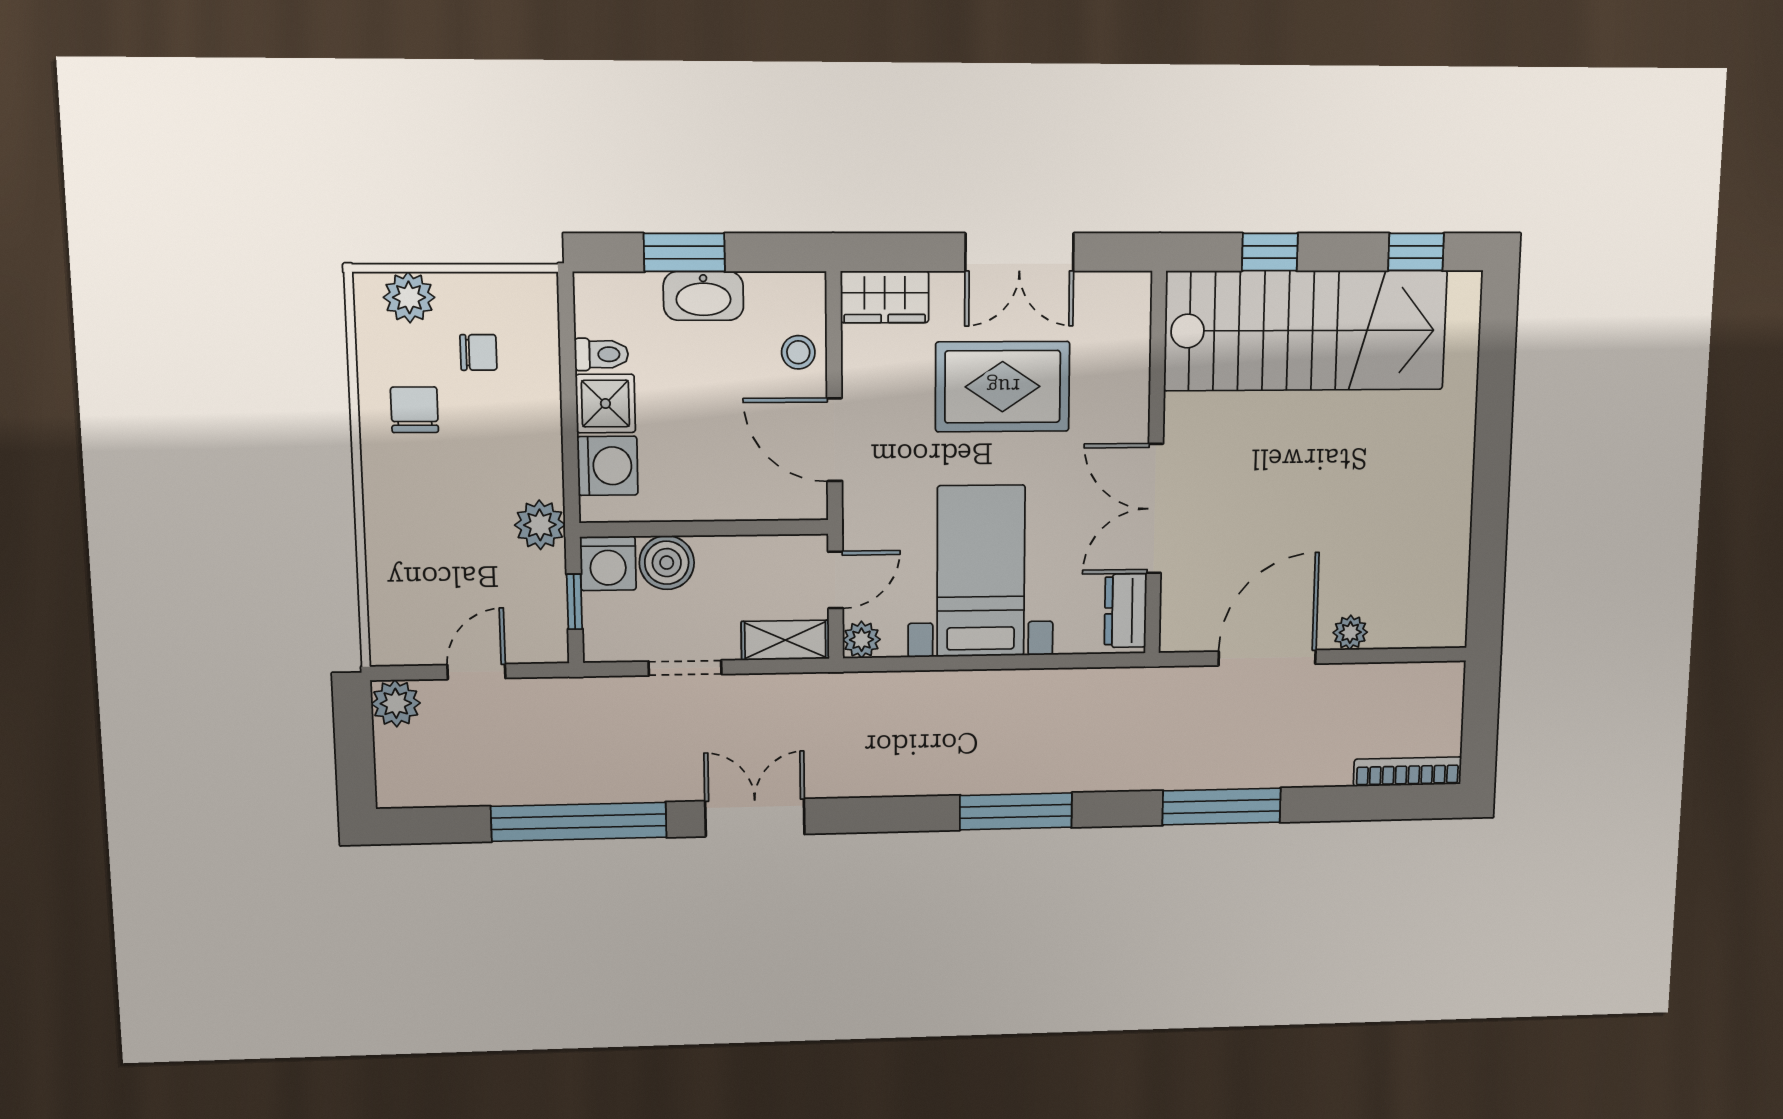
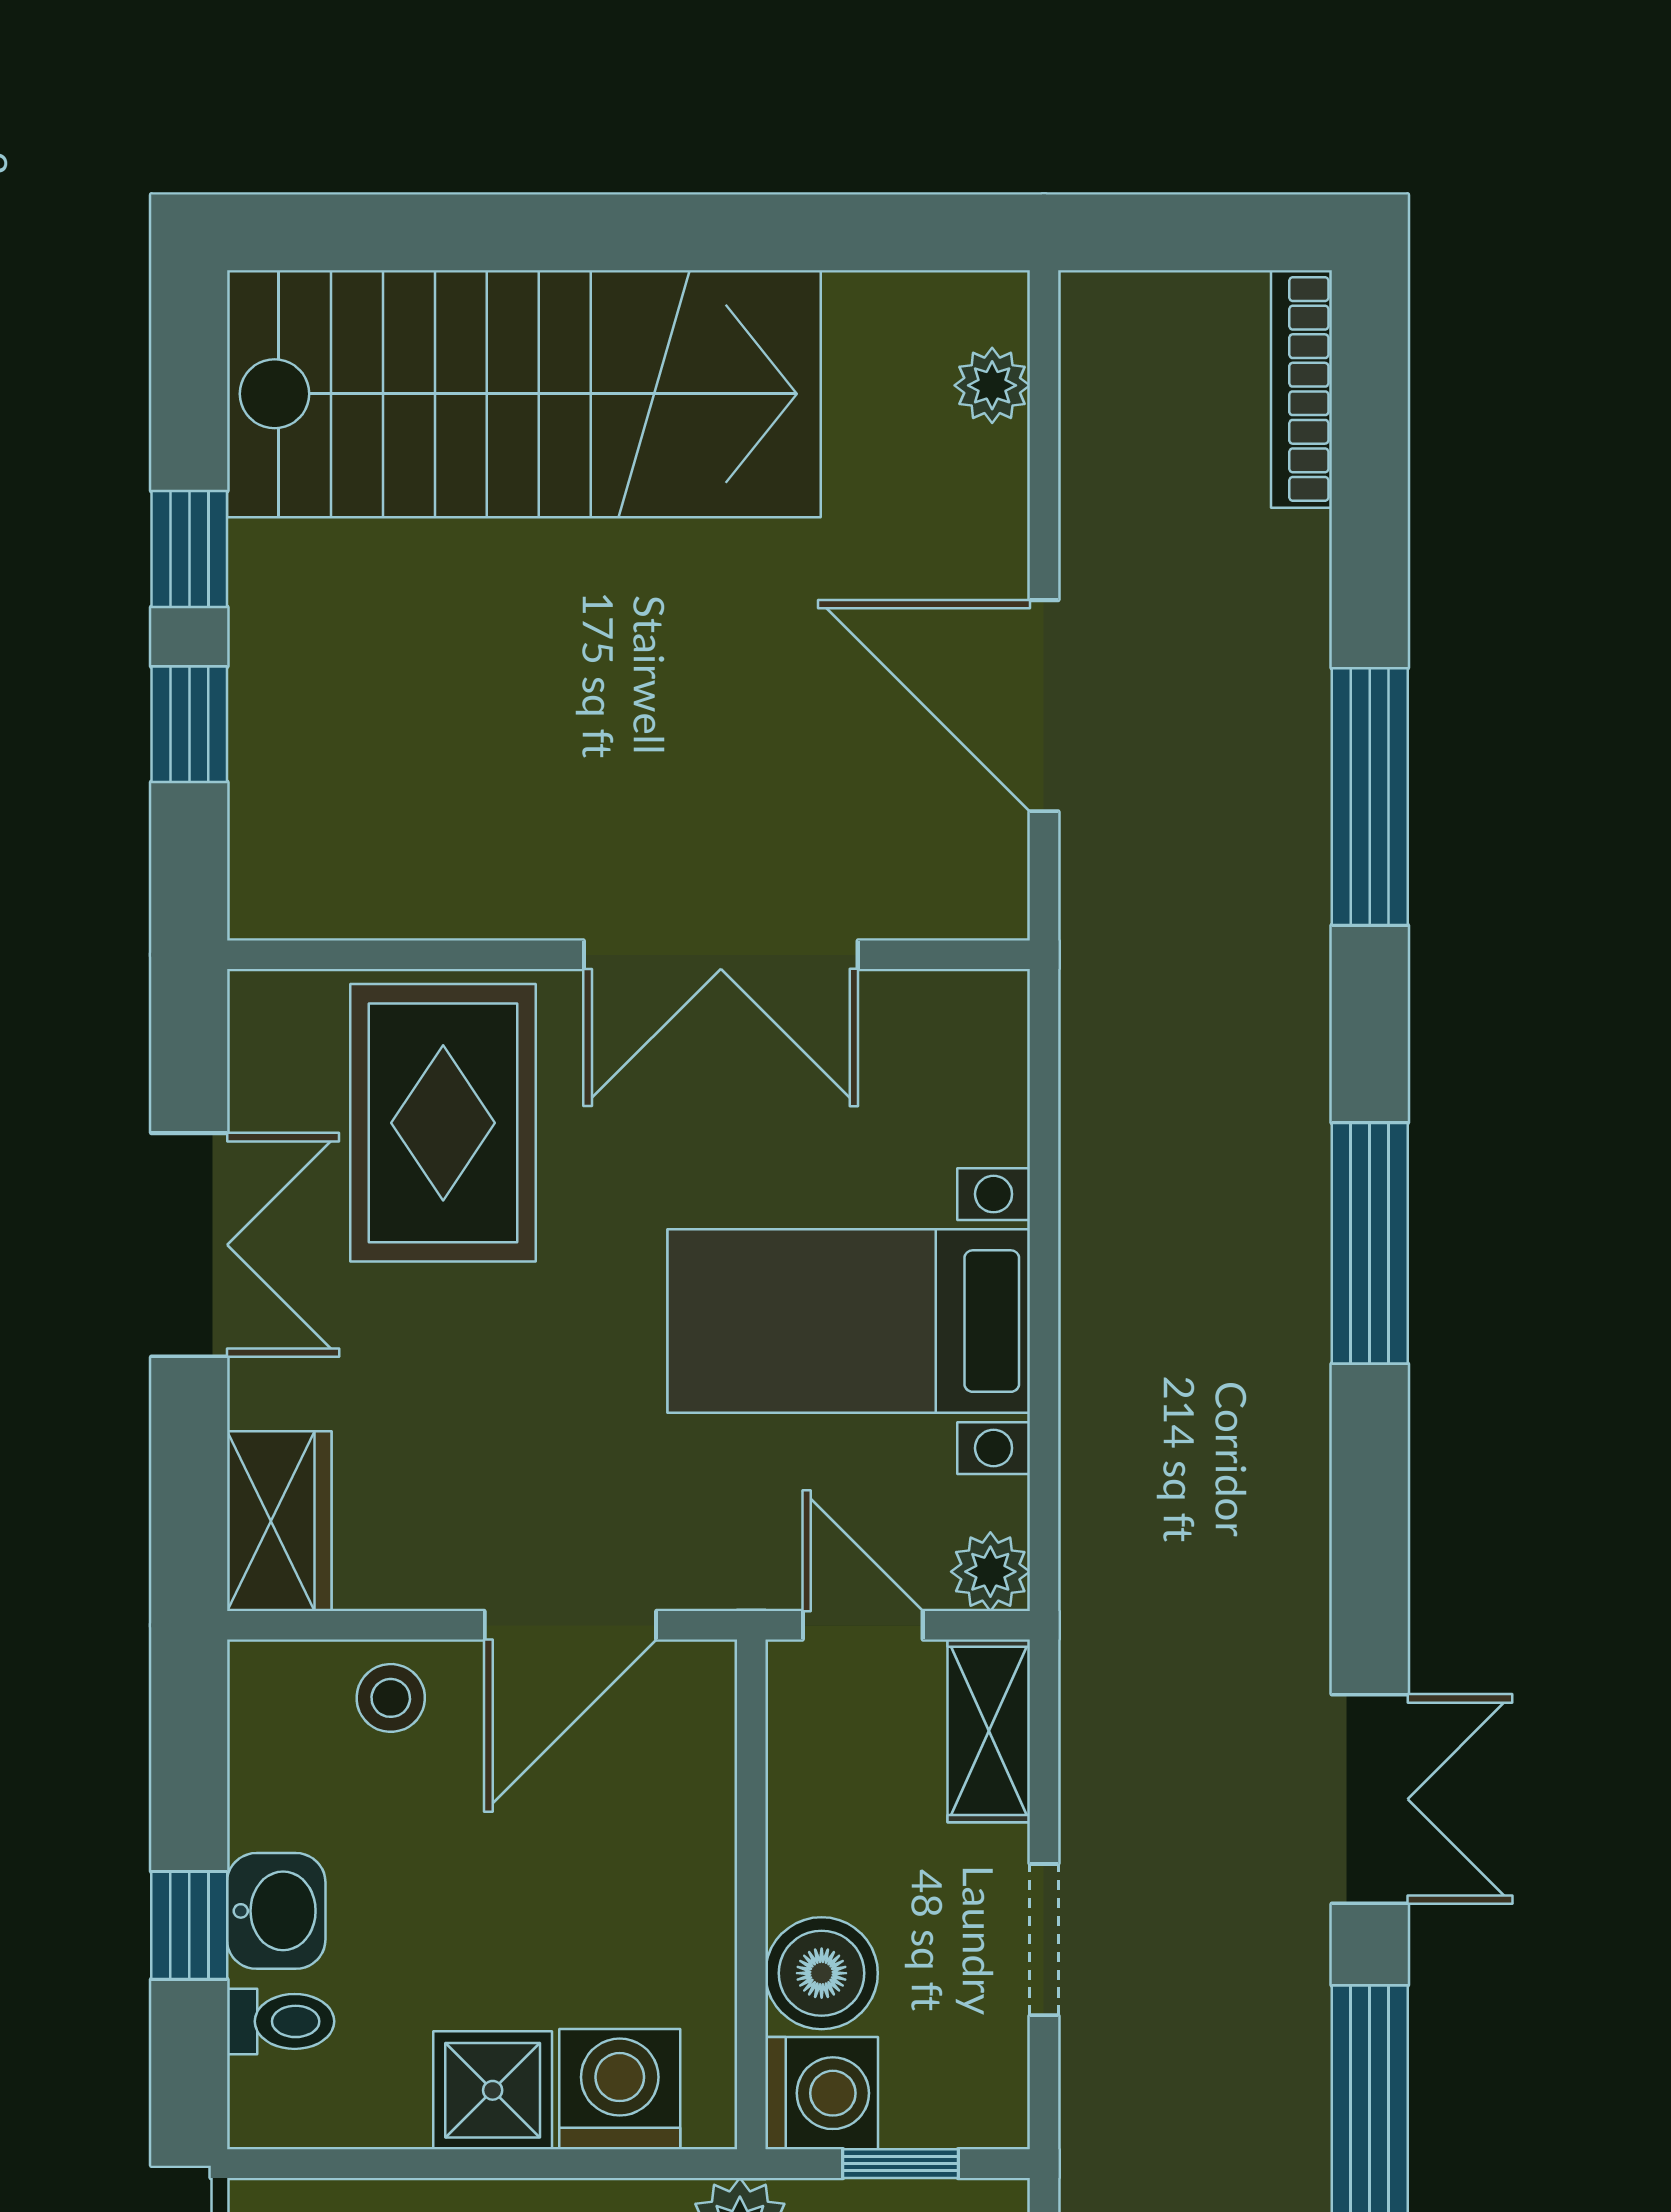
window: (684, 252) -> (189, 1925), width x0.67
window: (1416, 252) -> (189, 549), moved
washbasin: (703, 296) -> (276, 1911), width x0.72
stairs: (1306, 331) -> (524, 394), moved, turned 90
toilet: (601, 354) -> (281, 2021), moved, turned 90
rug: (1003, 387) -> (443, 1123), moved
dresser: (1126, 611) -> (937, 1013), removed
plant: (1350, 632) -> (992, 385), moved
double door: (755, 818) -> (1370, 1799), swing flipped

